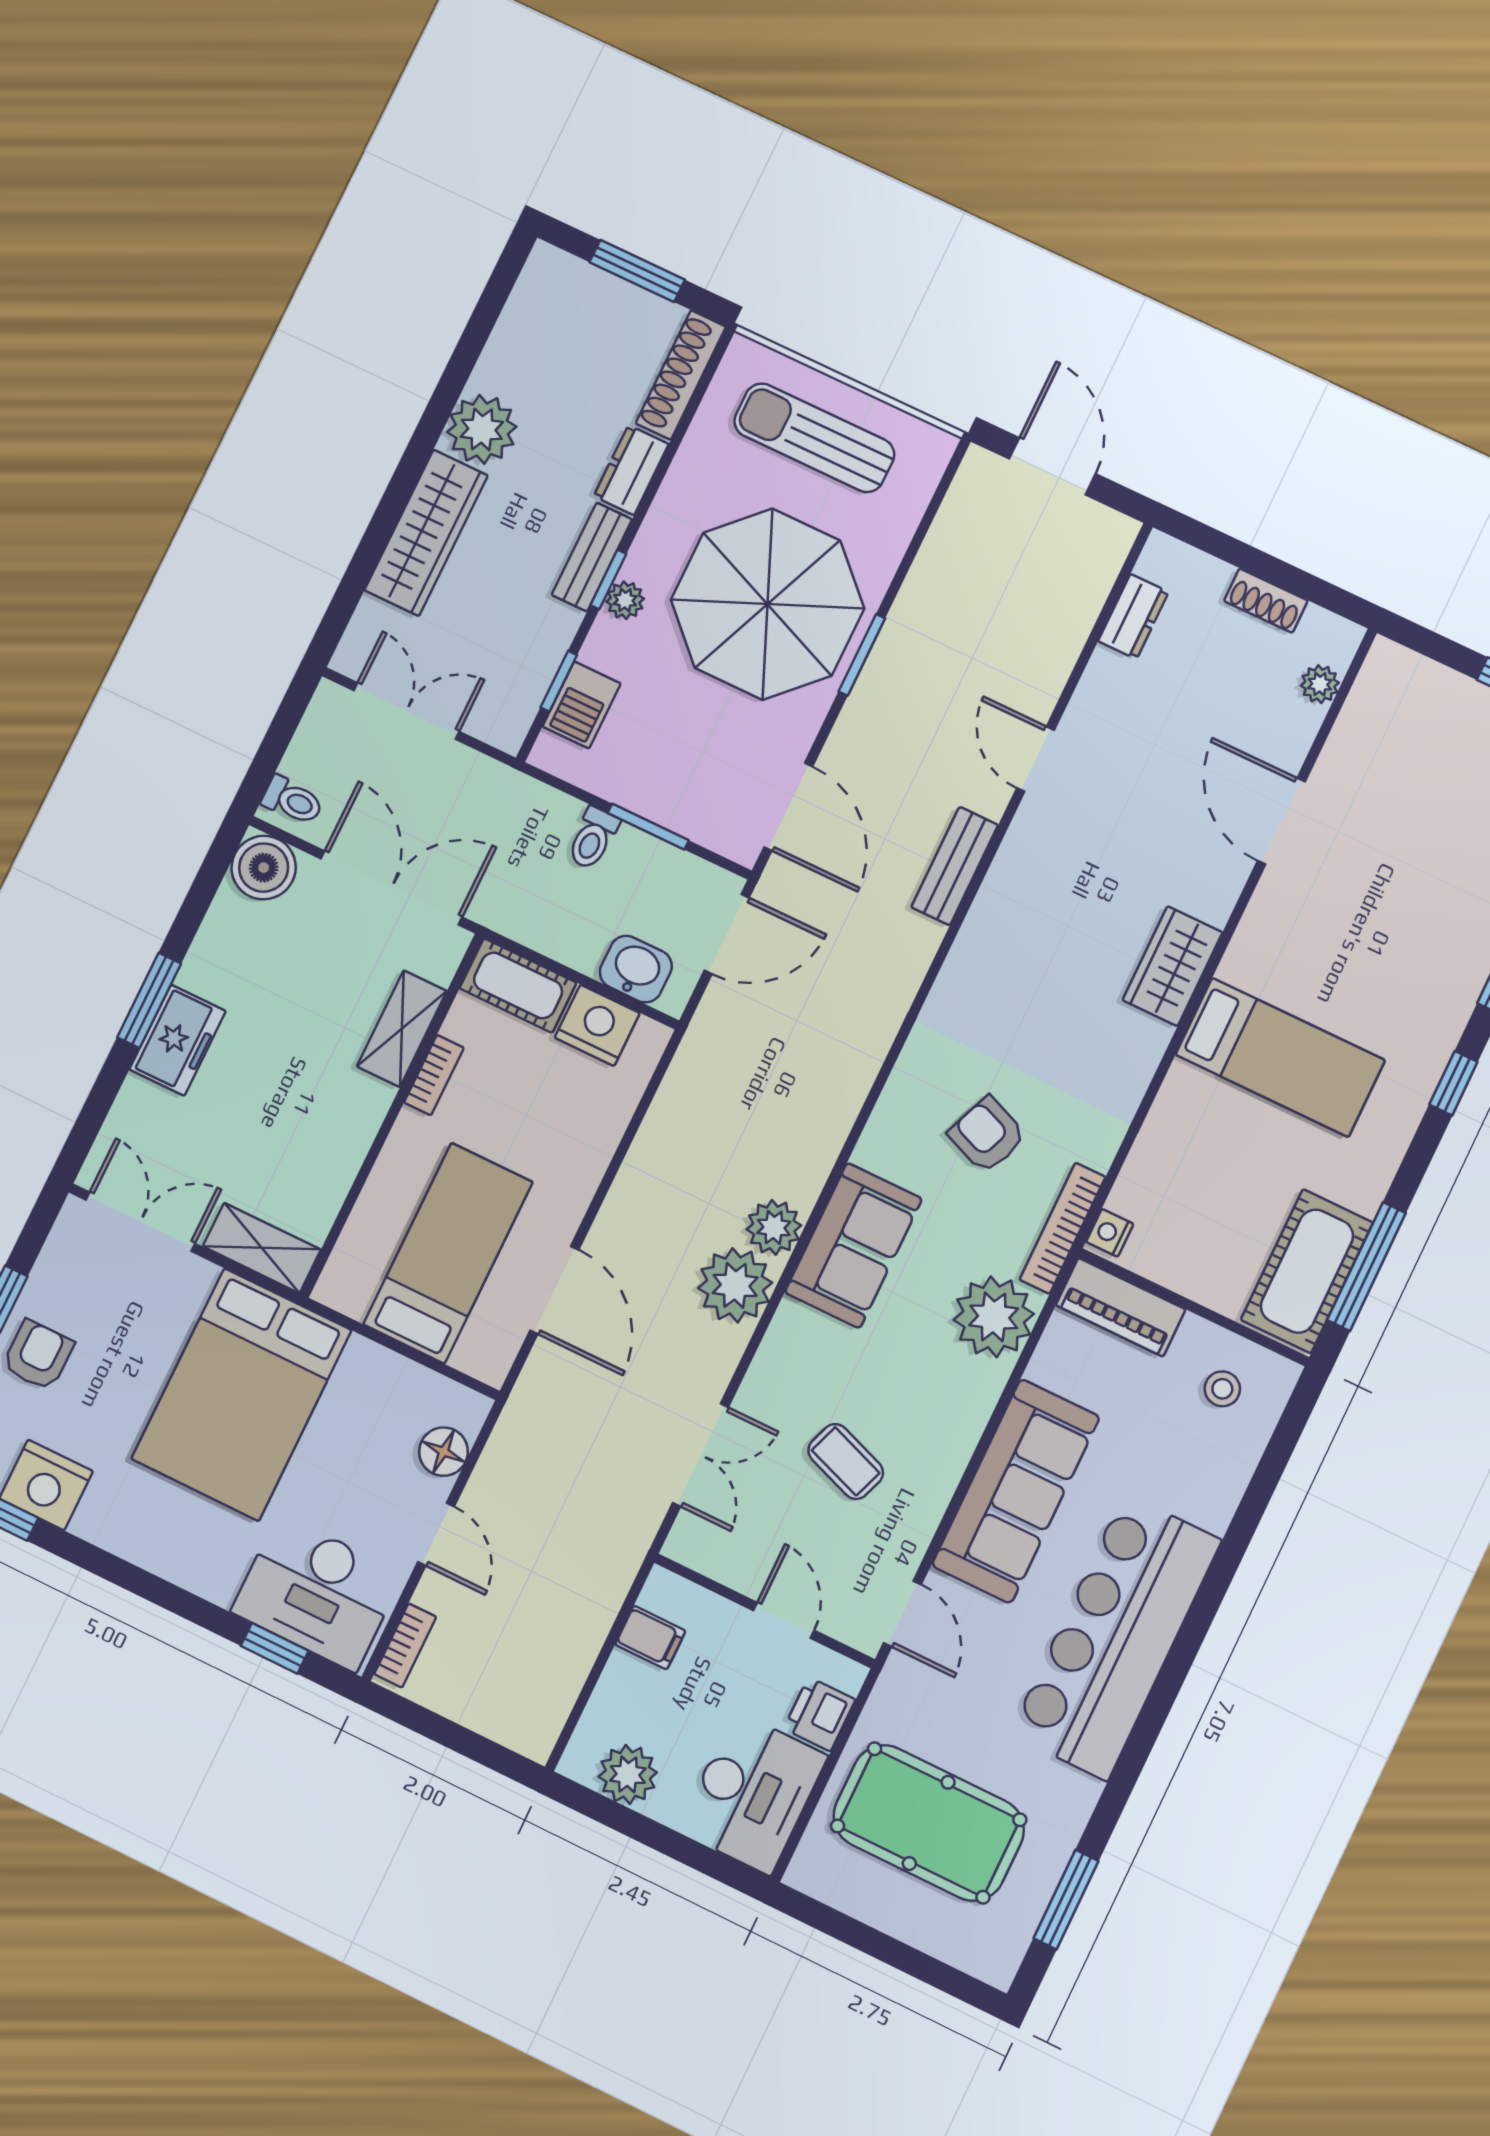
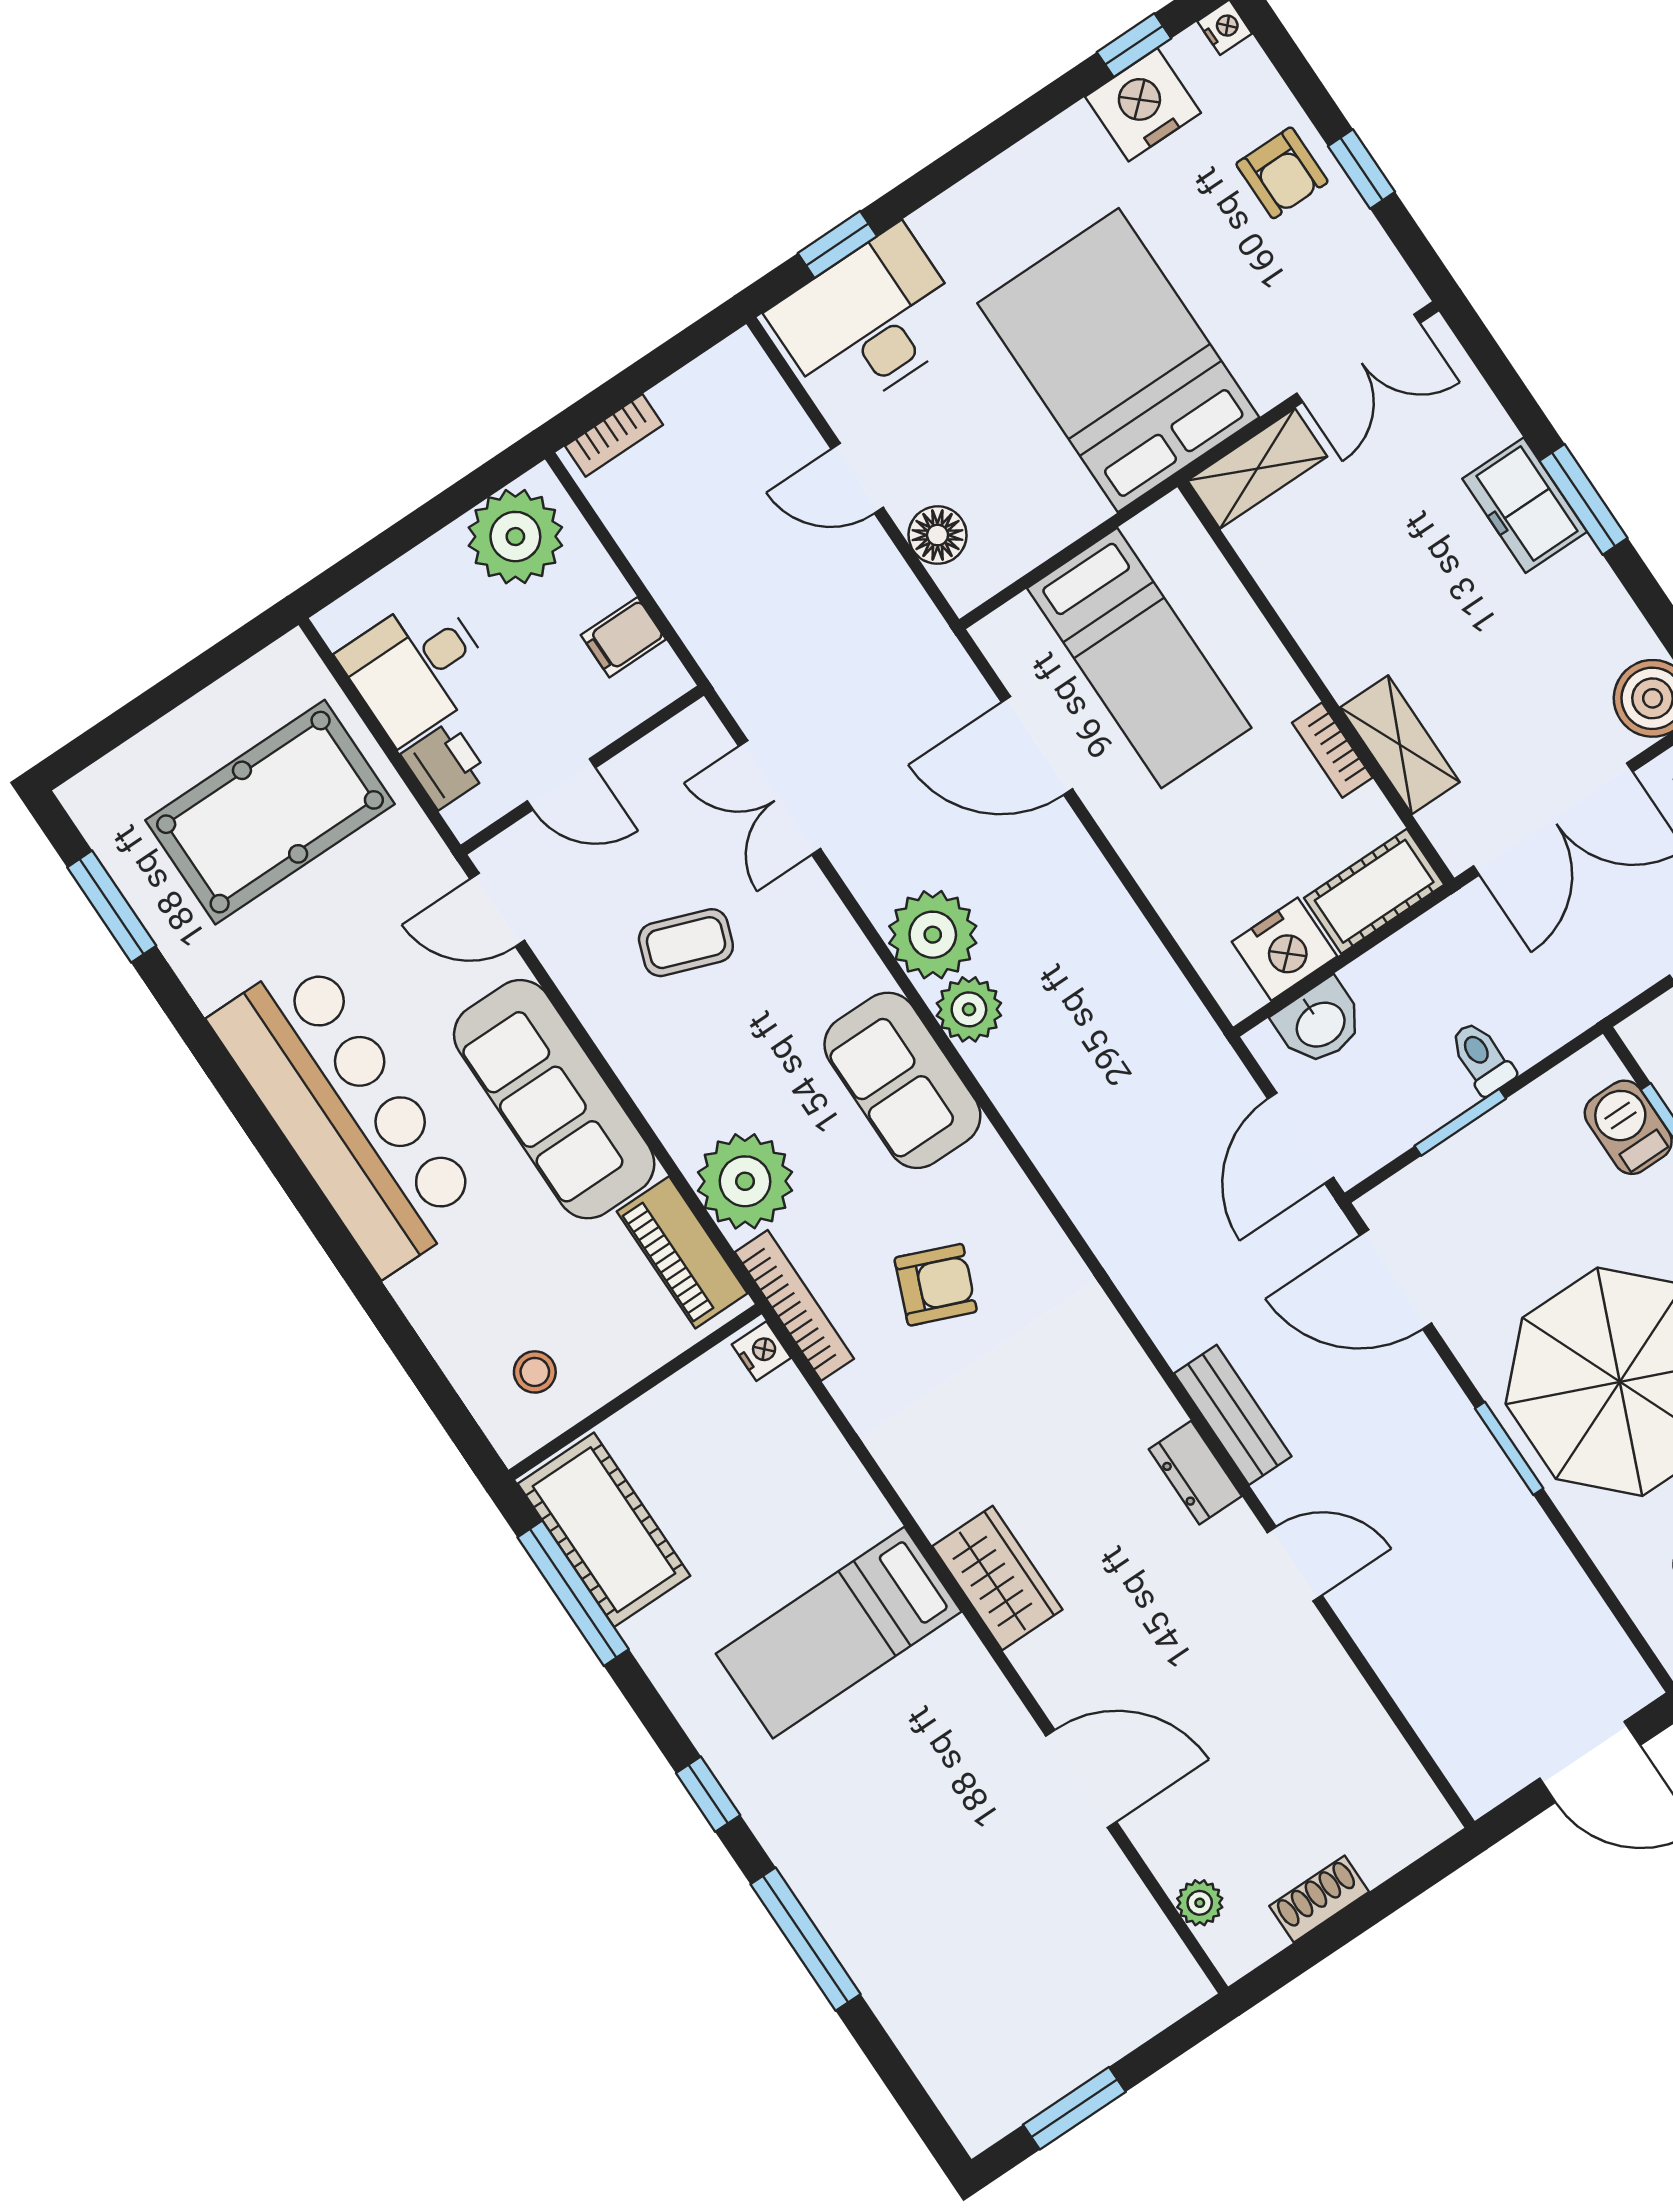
dresser: (1133, 617) -> (1195, 1473), moved
piano: (1121, 1307) -> (682, 1252), moved, turned -90
bookcase: (405, 1645) -> (614, 435), moved, turned -90
plant: (628, 1774) -> (515, 537), width x1.36, depth x1.36
desk: (753, 1793) -> (417, 668), width x0.73

